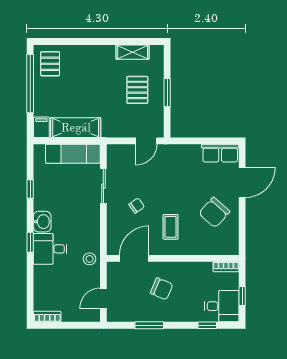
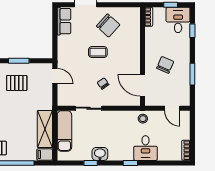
washbasin: (42, 222) -> (100, 154), moved
coffee table: (171, 227) -> (98, 52), moved
desk: (50, 249) -> (145, 148), moved

